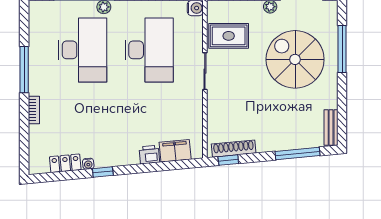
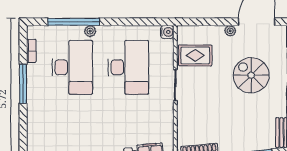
spiral stairs: (295, 59) -> (251, 75), width x0.73, depth x0.73
bookcase: (34, 110) -> (31, 51), moved

